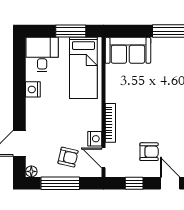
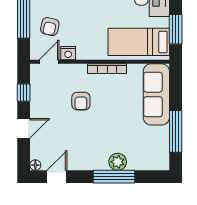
sofa: (128, 50) -> (156, 94), width x1.36
bookcase: (110, 123) -> (107, 69), moved
armchair: (149, 152) -> (81, 101), moved

